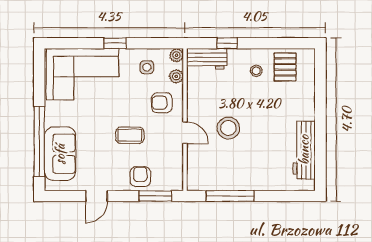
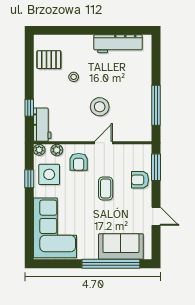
window: (115, 43) -> (29, 179), moved
side table: (147, 67) -> (49, 174), width x1.87, depth x1.87
stool: (256, 71) -> (74, 77), moved

